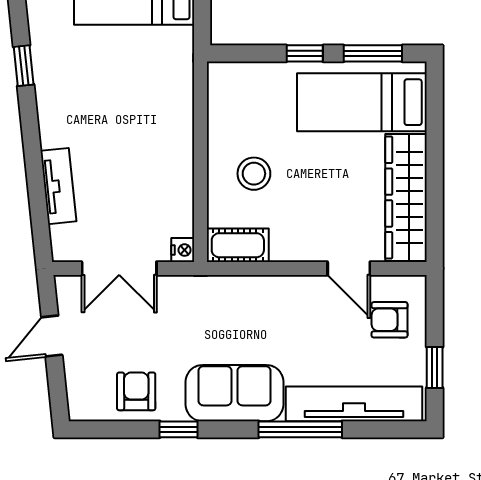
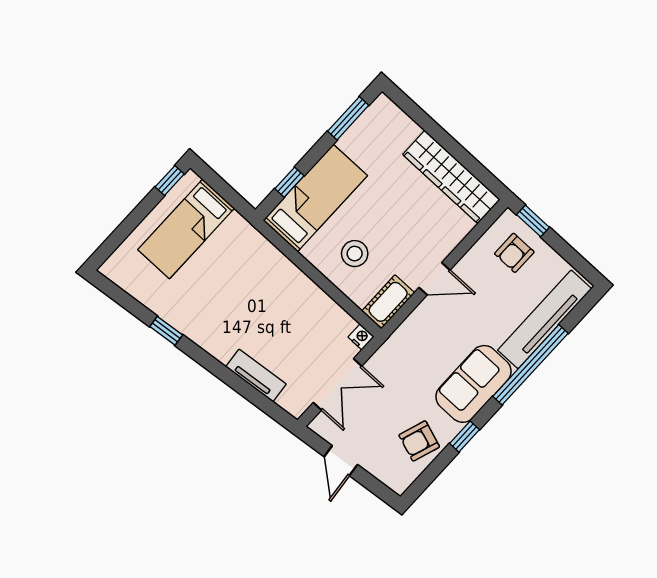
window: (305, 53) -> (289, 182), moved
bed: (362, 102) -> (315, 198), moved, turned 180
door: (349, 268) -> (435, 279), moved
window: (435, 367) -> (533, 221), moved
armchair: (136, 391) -> (419, 441), turned -71
window: (300, 429) -> (530, 365), width x1.46

